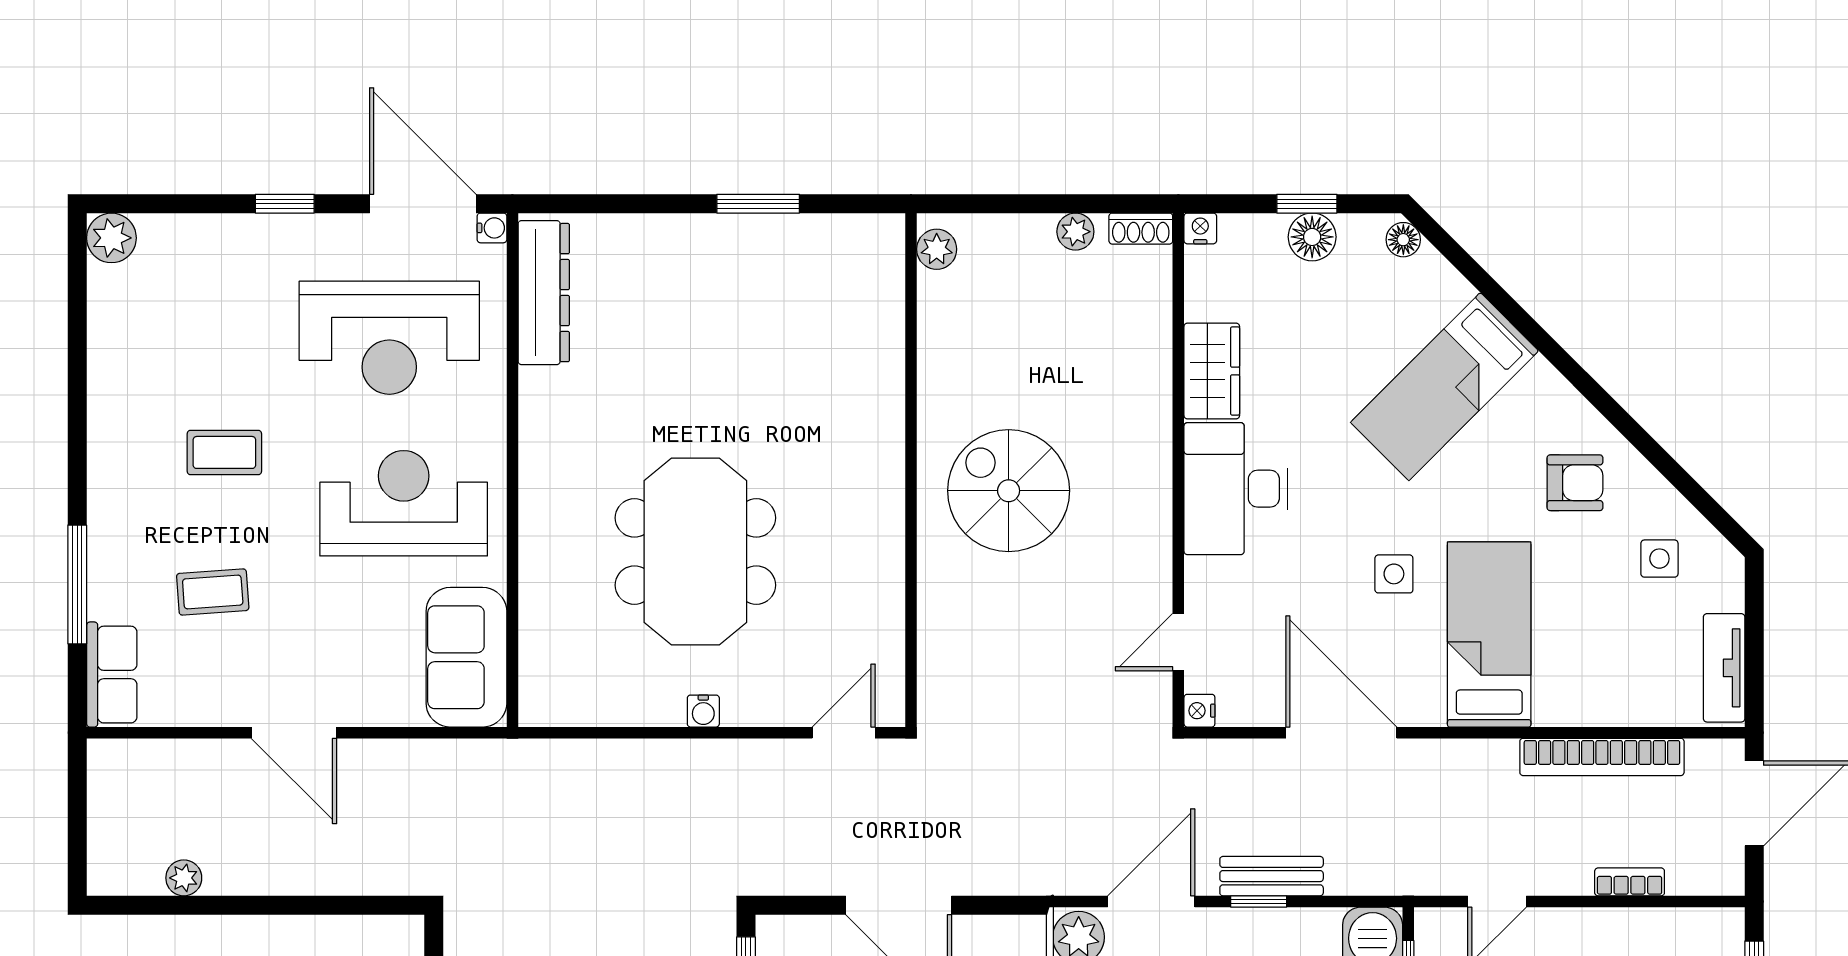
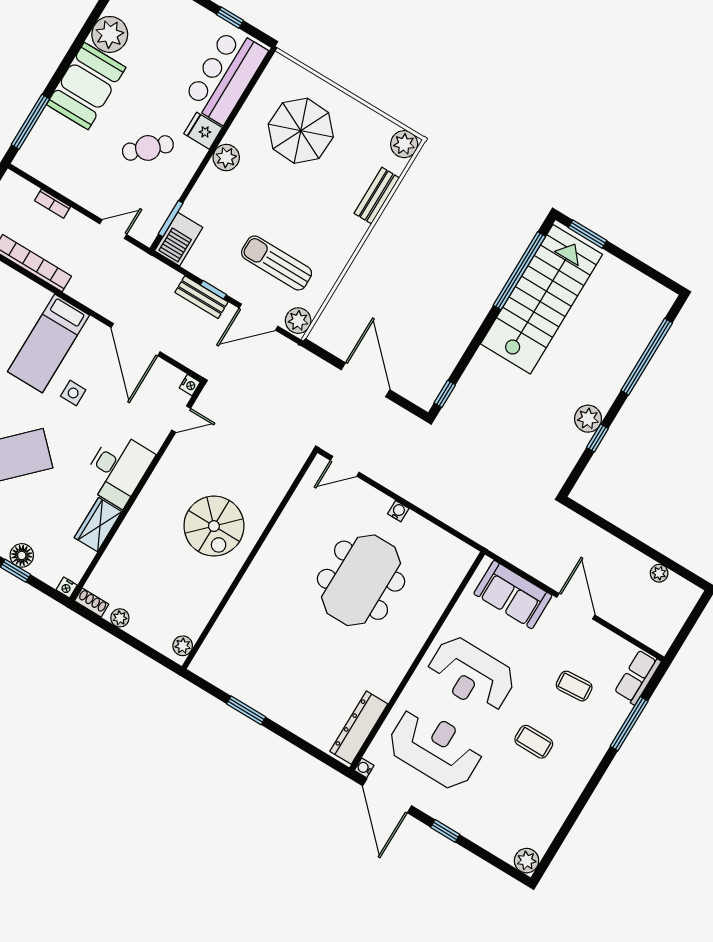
sofa: (466, 657) -> (513, 595), moved, turned 90

